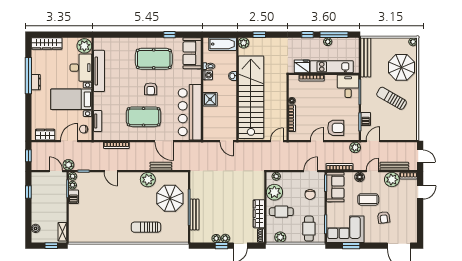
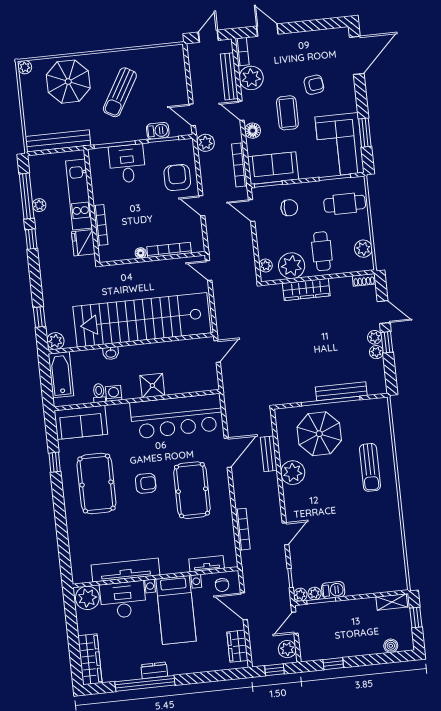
desk: (348, 86) -> (127, 164), moved, turned 90
plant: (68, 165) -> (287, 649), moved
wardrobe: (259, 214) -> (306, 289), moved

